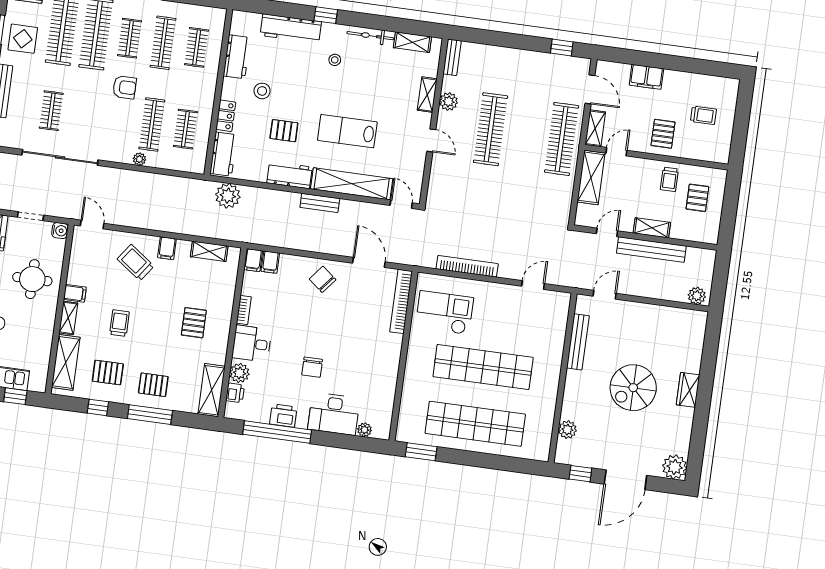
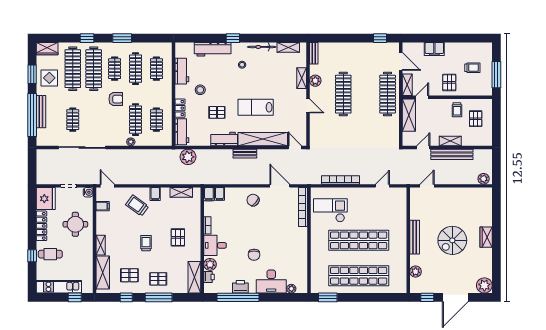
window: (740, 132) -> (496, 75), added
filing cabinet: (75, 293) -> (103, 206), moved
trolley: (119, 323) -> (146, 243), moved
bench: (578, 342) -> (415, 237), moved

